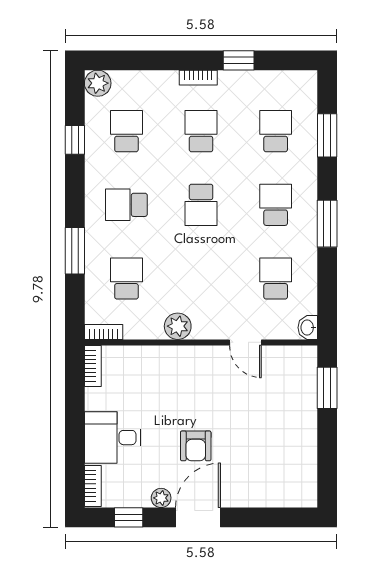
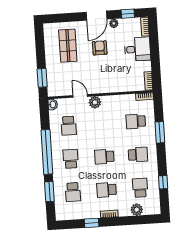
plant: (98, 83) -> (137, 210), moved
school desk: (126, 131) -> (140, 188), turned 180
school desk: (201, 131) -> (106, 190), turned 90
school desk: (201, 205) -> (104, 157), turned -90
school desk: (276, 205) -> (71, 159), turned 180
window: (327, 224) -> (47, 152), width x2.11
school desk: (126, 278) -> (136, 121), turned 90
plant: (178, 326) -> (95, 102), moved
shop shelf: (266, 455) -> (68, 46), added

